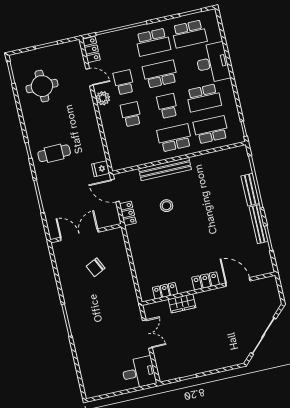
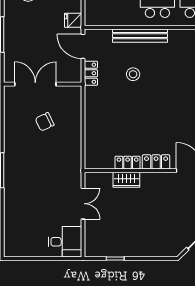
locker: (165, 291) -> (128, 163), moved

